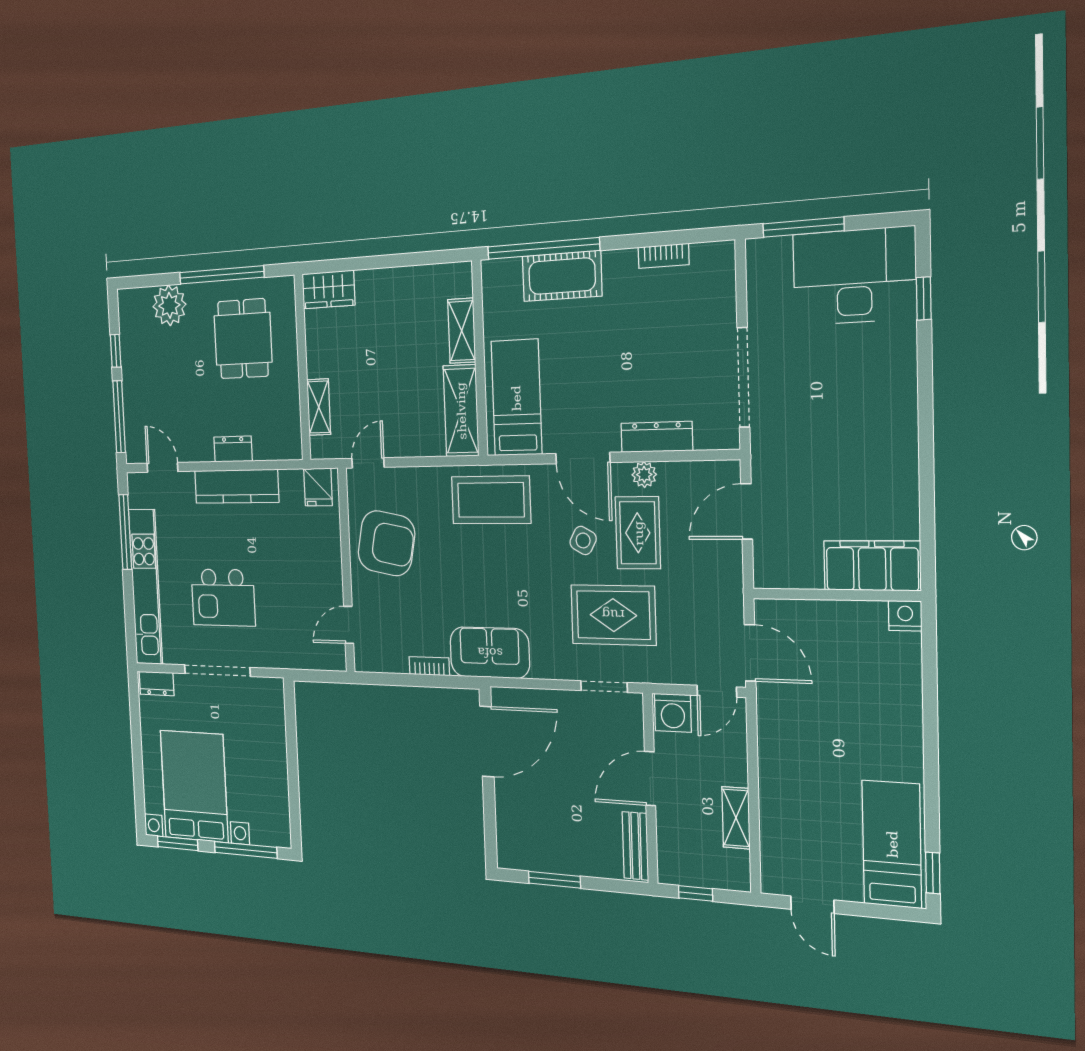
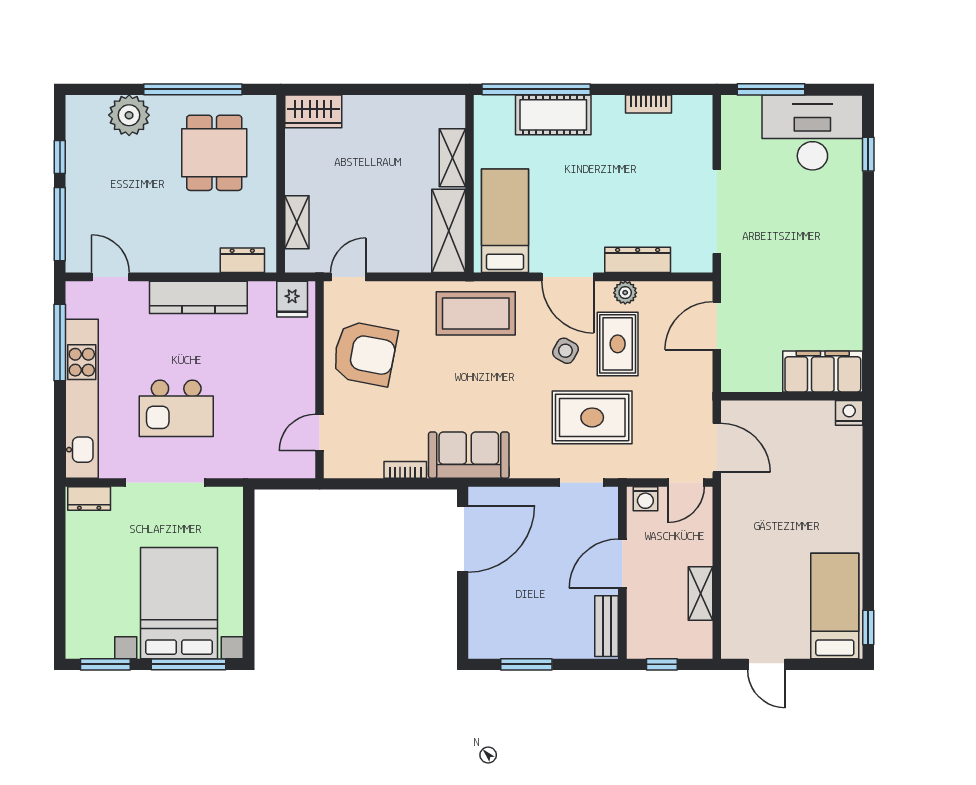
dresser: (233, 449) -> (242, 260), moved
washing machine: (673, 713) -> (645, 499), width x0.73, depth x0.73
bed with nightstands: (194, 786) -> (179, 603), moved

